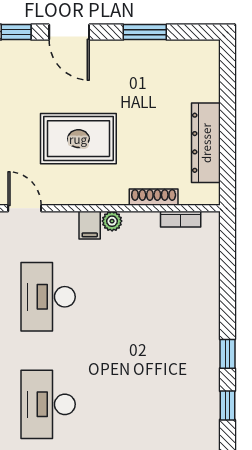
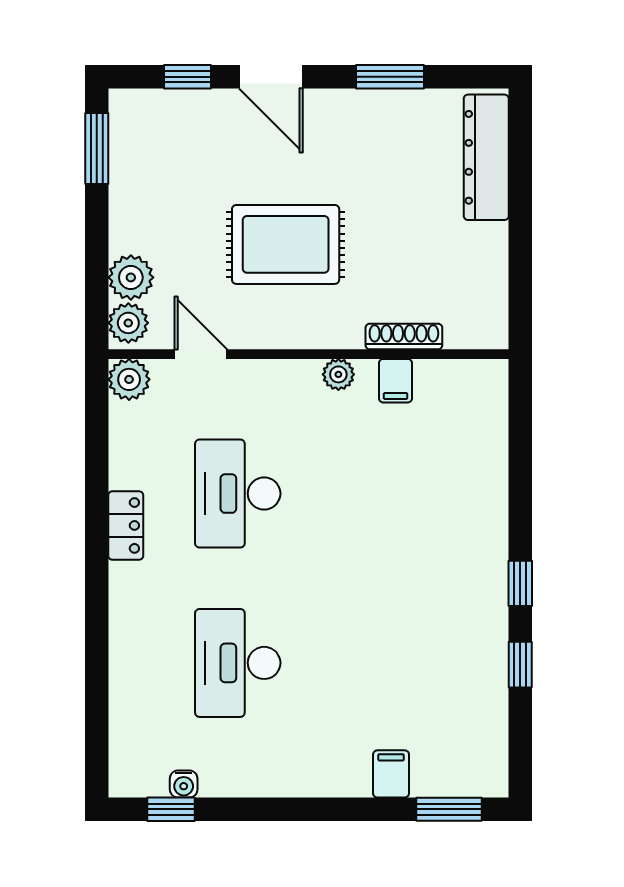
dresser: (206, 143) -> (486, 157), moved
bookcase: (181, 219) -> (447, 371), removed
filing cabinet: (90, 225) -> (395, 381), moved

